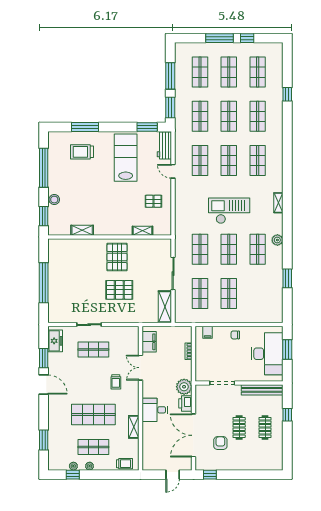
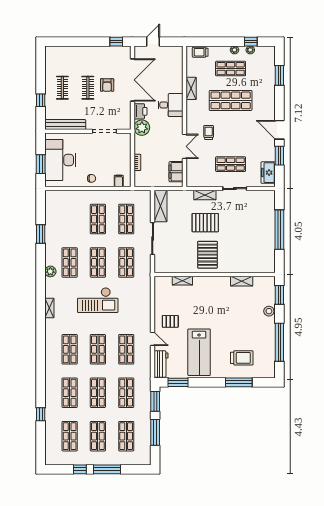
pallet: (153, 201) -> (170, 321), moved
shelving: (120, 318) -> (205, 195), added
armchair: (220, 443) -> (107, 85), moved

